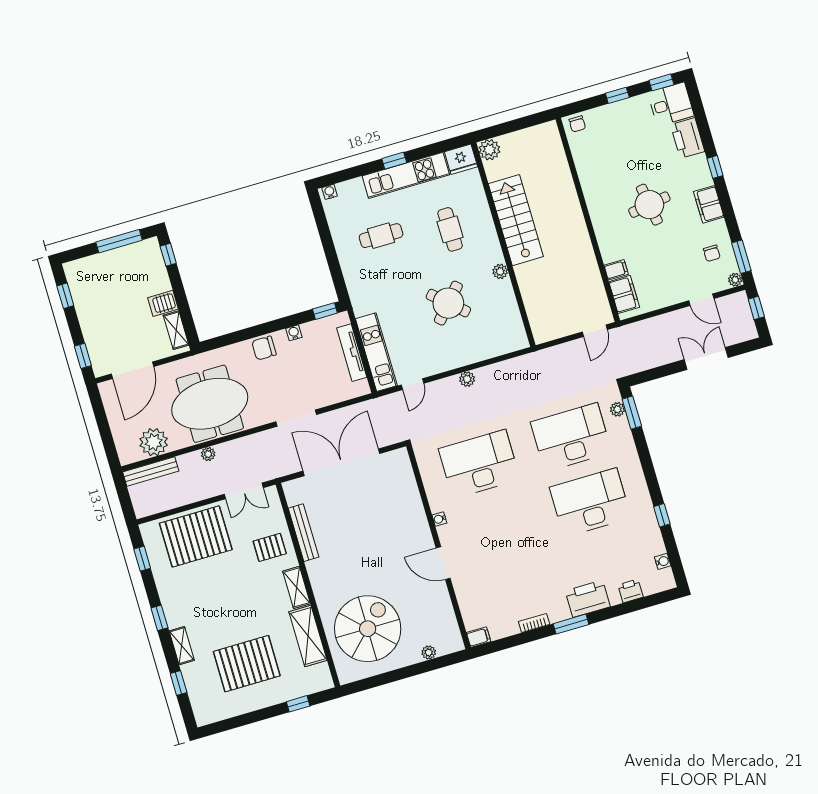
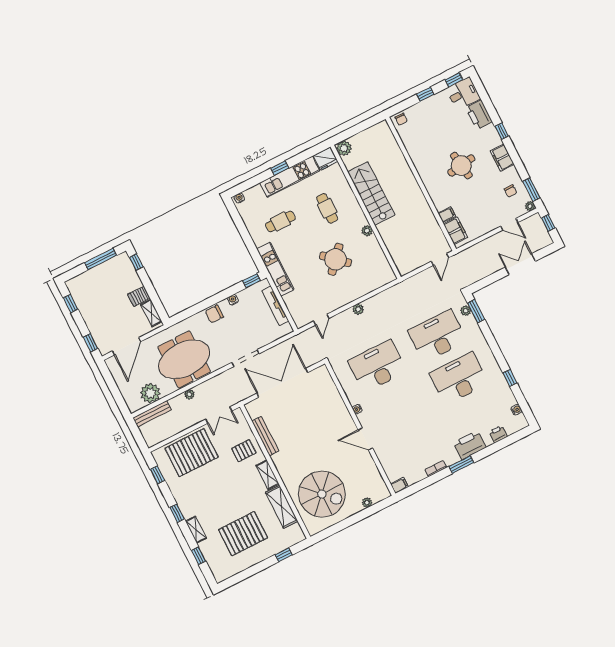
kitchen unit: (376, 352) -> (275, 269), moved
spiral stairs: (368, 629) -> (322, 494), turned 90

